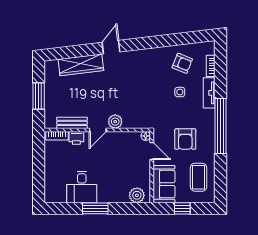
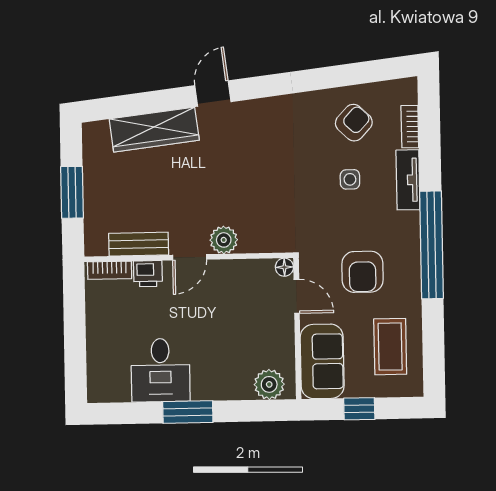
armchair: (182, 63) -> (354, 123), turned -69

